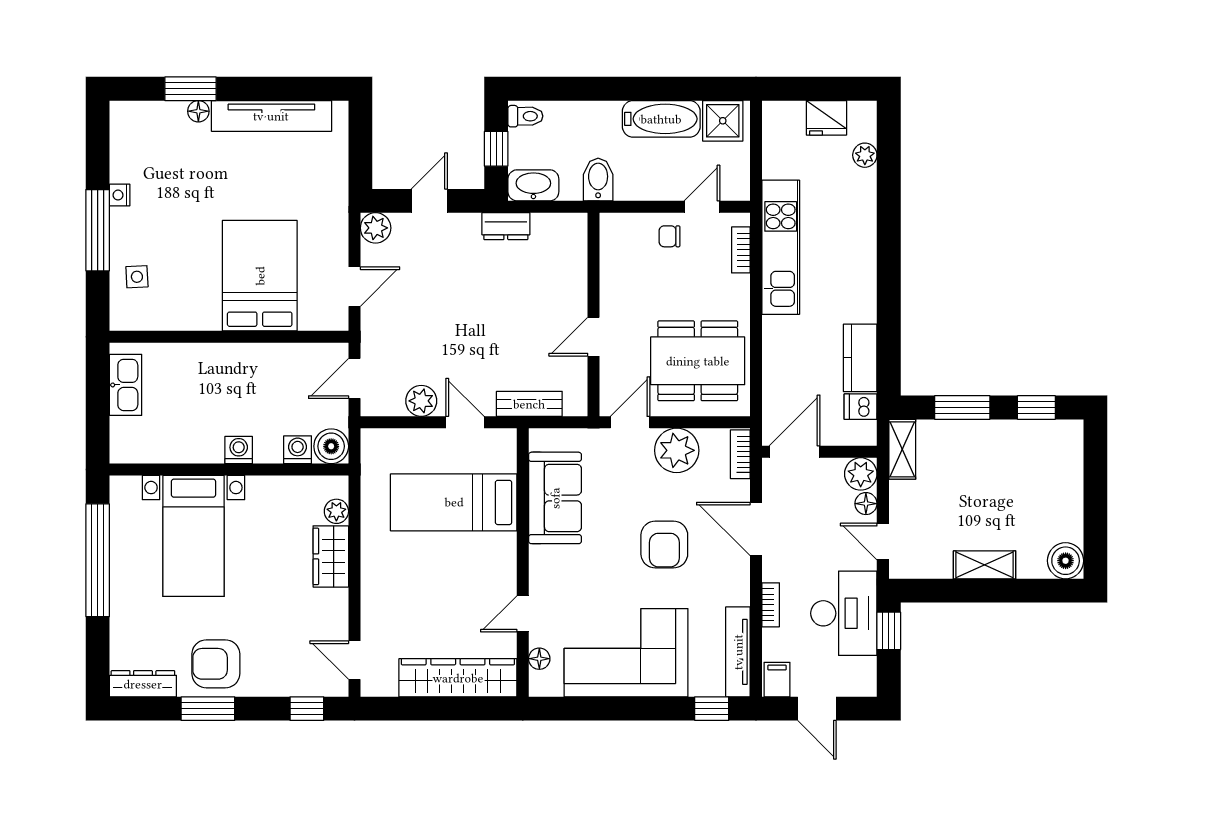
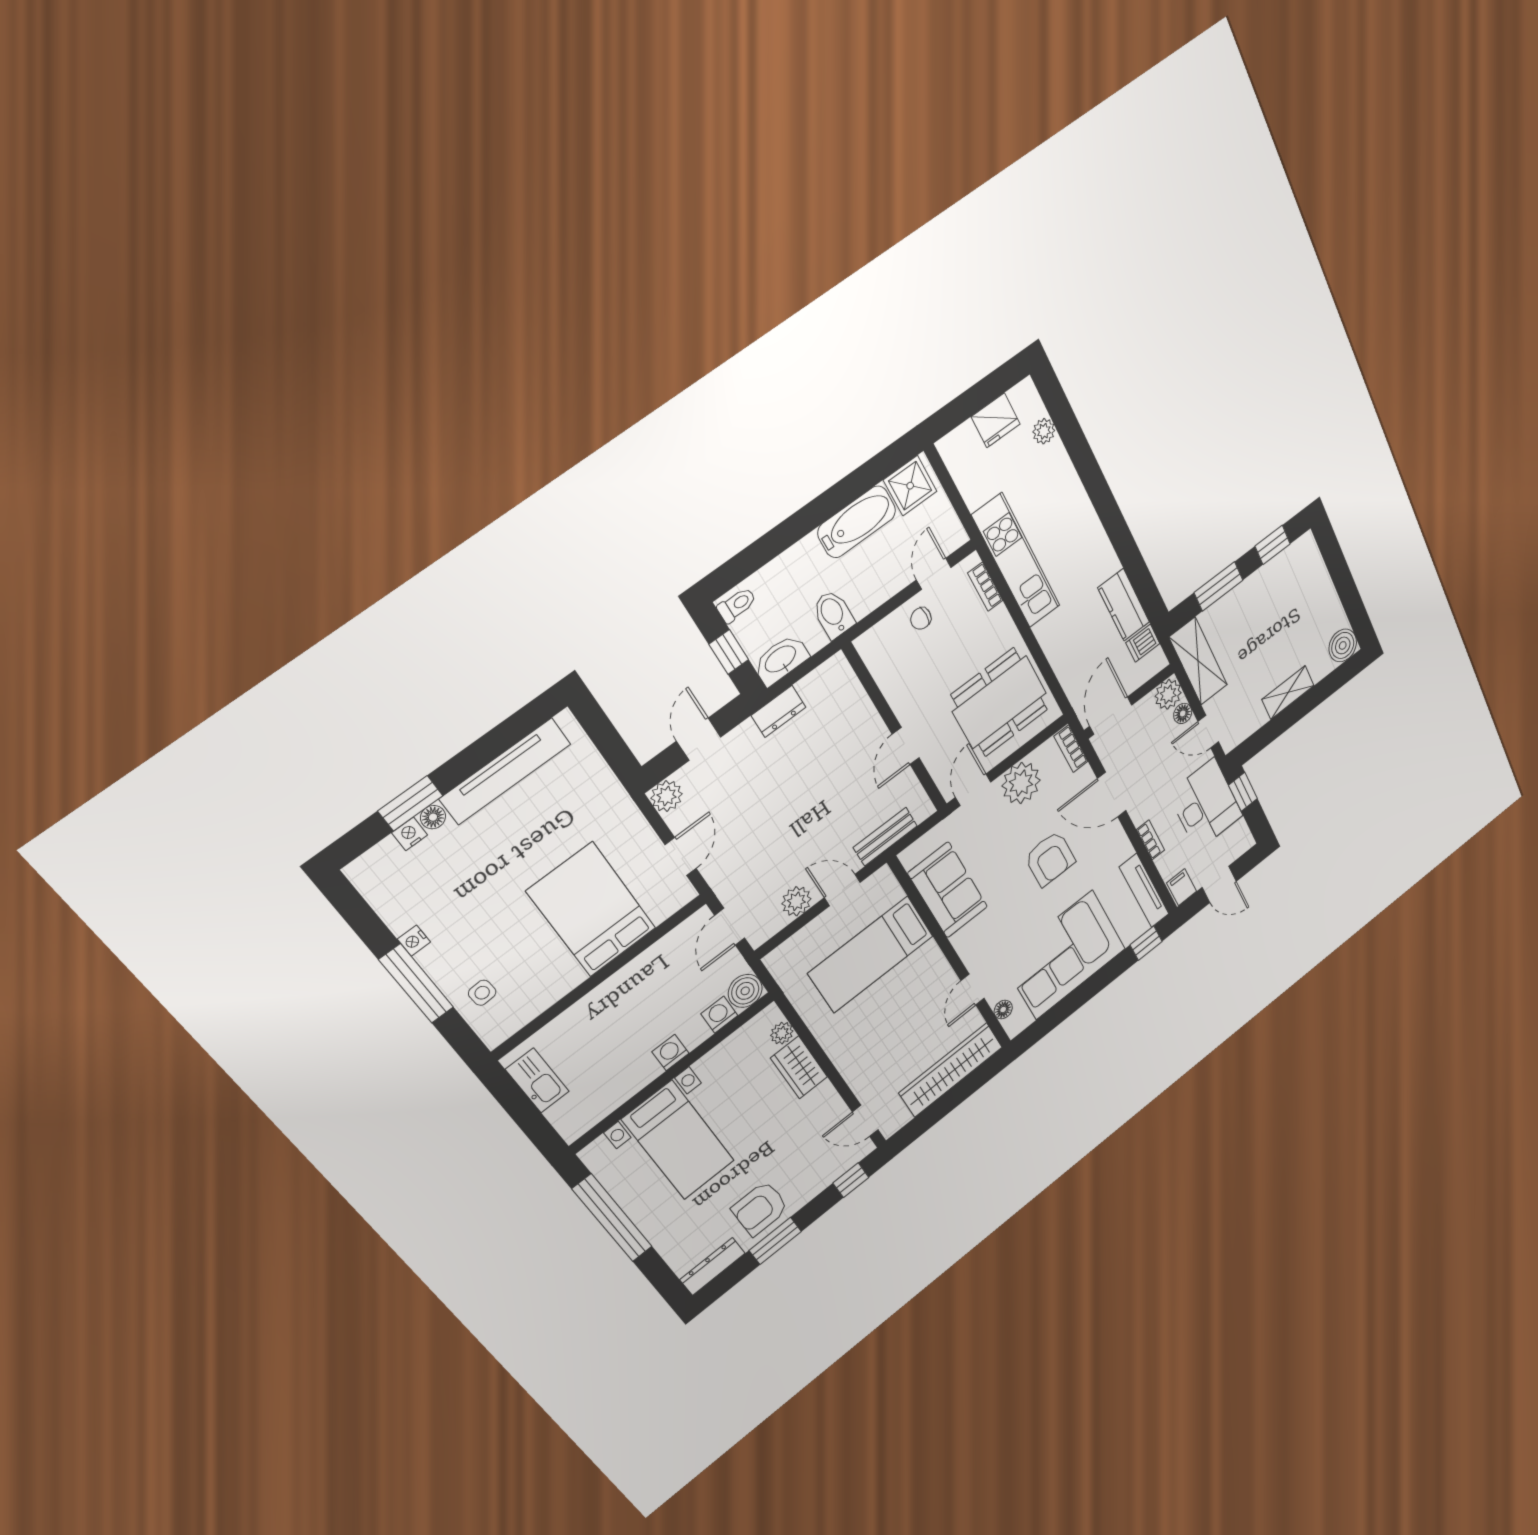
nightstand: (174, 111) -> (410, 834), added
shelving: (902, 449) -> (1198, 661), width x1.50, depth x1.33

